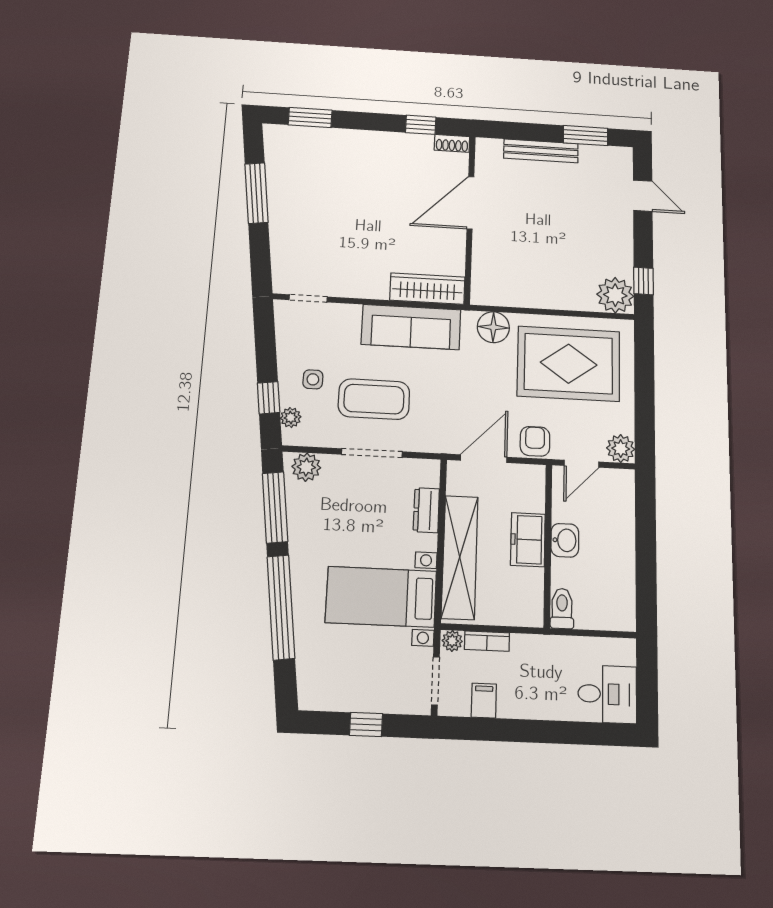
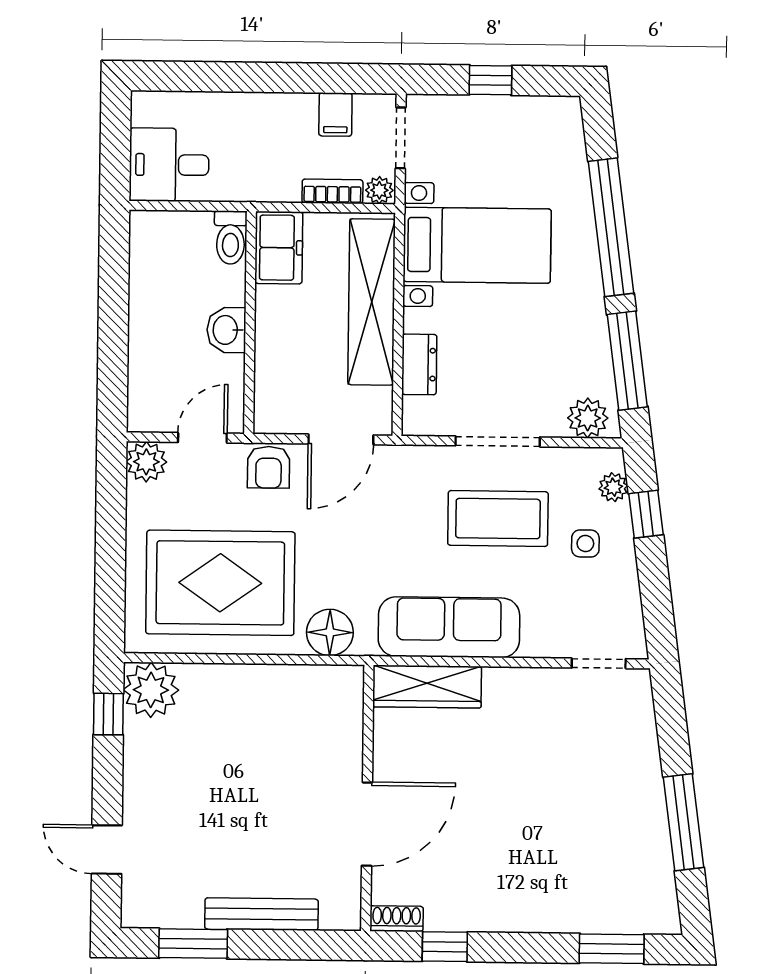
freezer: (528, 540) -> (279, 248), moved
desk: (607, 694) -> (169, 165), moved

